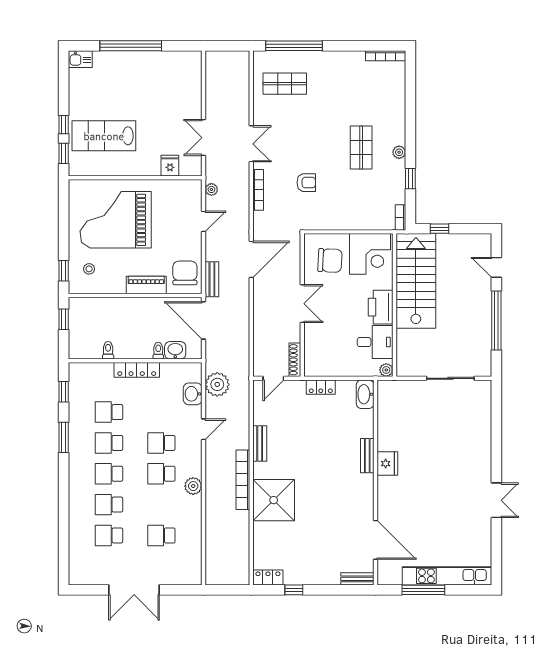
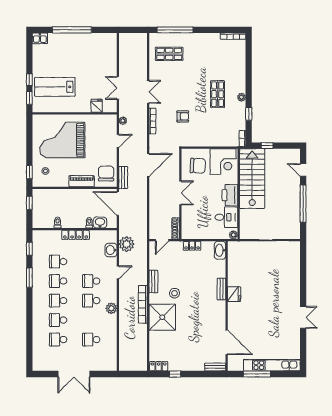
stool: (293, 462) -> (175, 293), added

